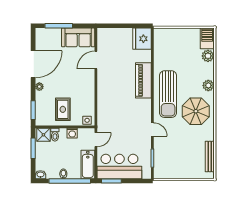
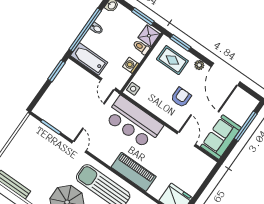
armchair: (70, 84) -> (181, 97), added
rug: (63, 109) -> (172, 60), moved
door: (152, 129) -> (79, 147), swing flipped
bar counter: (119, 167) -> (134, 122), moved, turned 90

